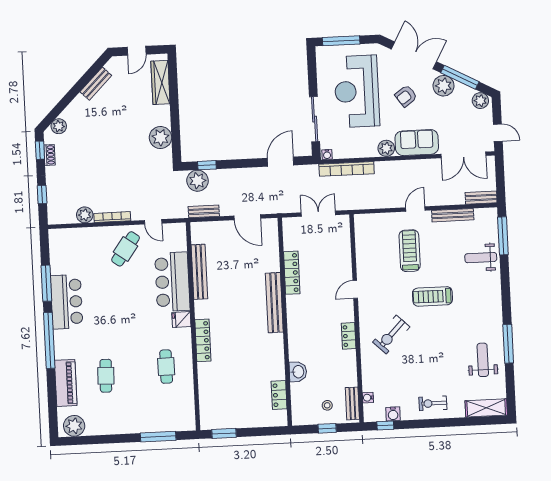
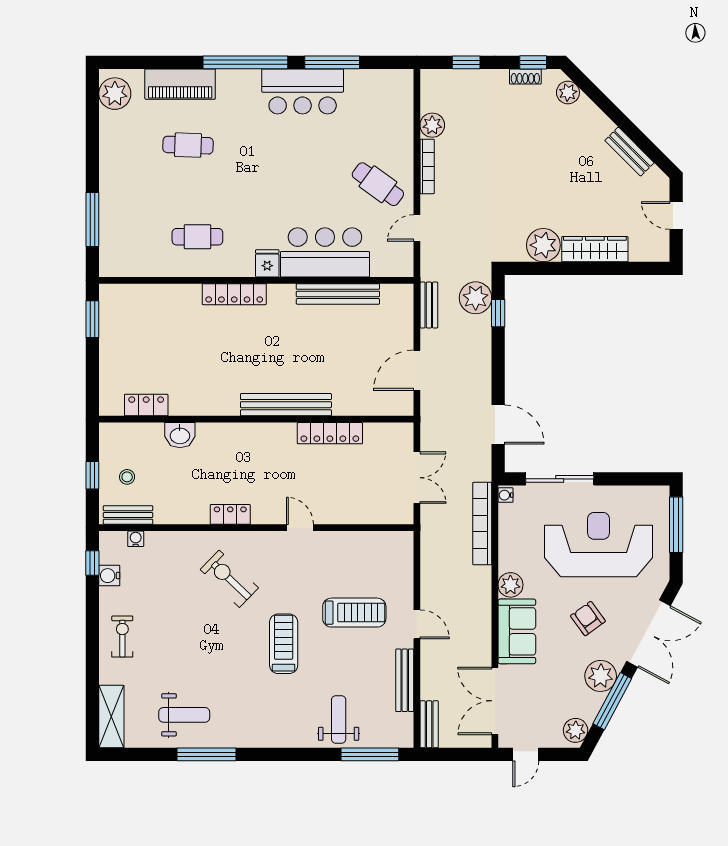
wardrobe: (160, 82) -> (595, 249), moved

